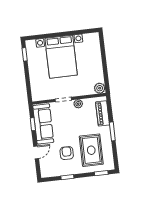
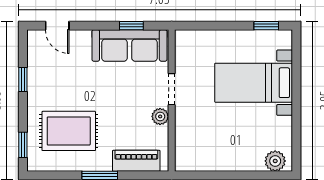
bed with nightstands: (61, 57) -> (254, 83), width x0.73
plant: (100, 88) -> (275, 161), moved
door: (36, 152) -> (57, 26), moved
armchair: (67, 153) -> (69, 84), removed

